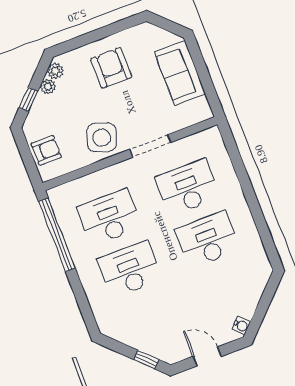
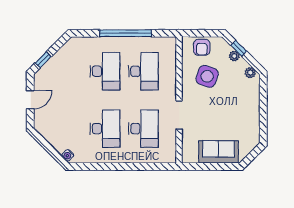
armchair: (111, 68) -> (239, 109), removed
plant: (48, 87) -> (234, 56), moved
side table: (102, 138) -> (207, 76), moved
window: (57, 235) -> (126, 33), moved
water cooler: (241, 326) -> (68, 155), moved

